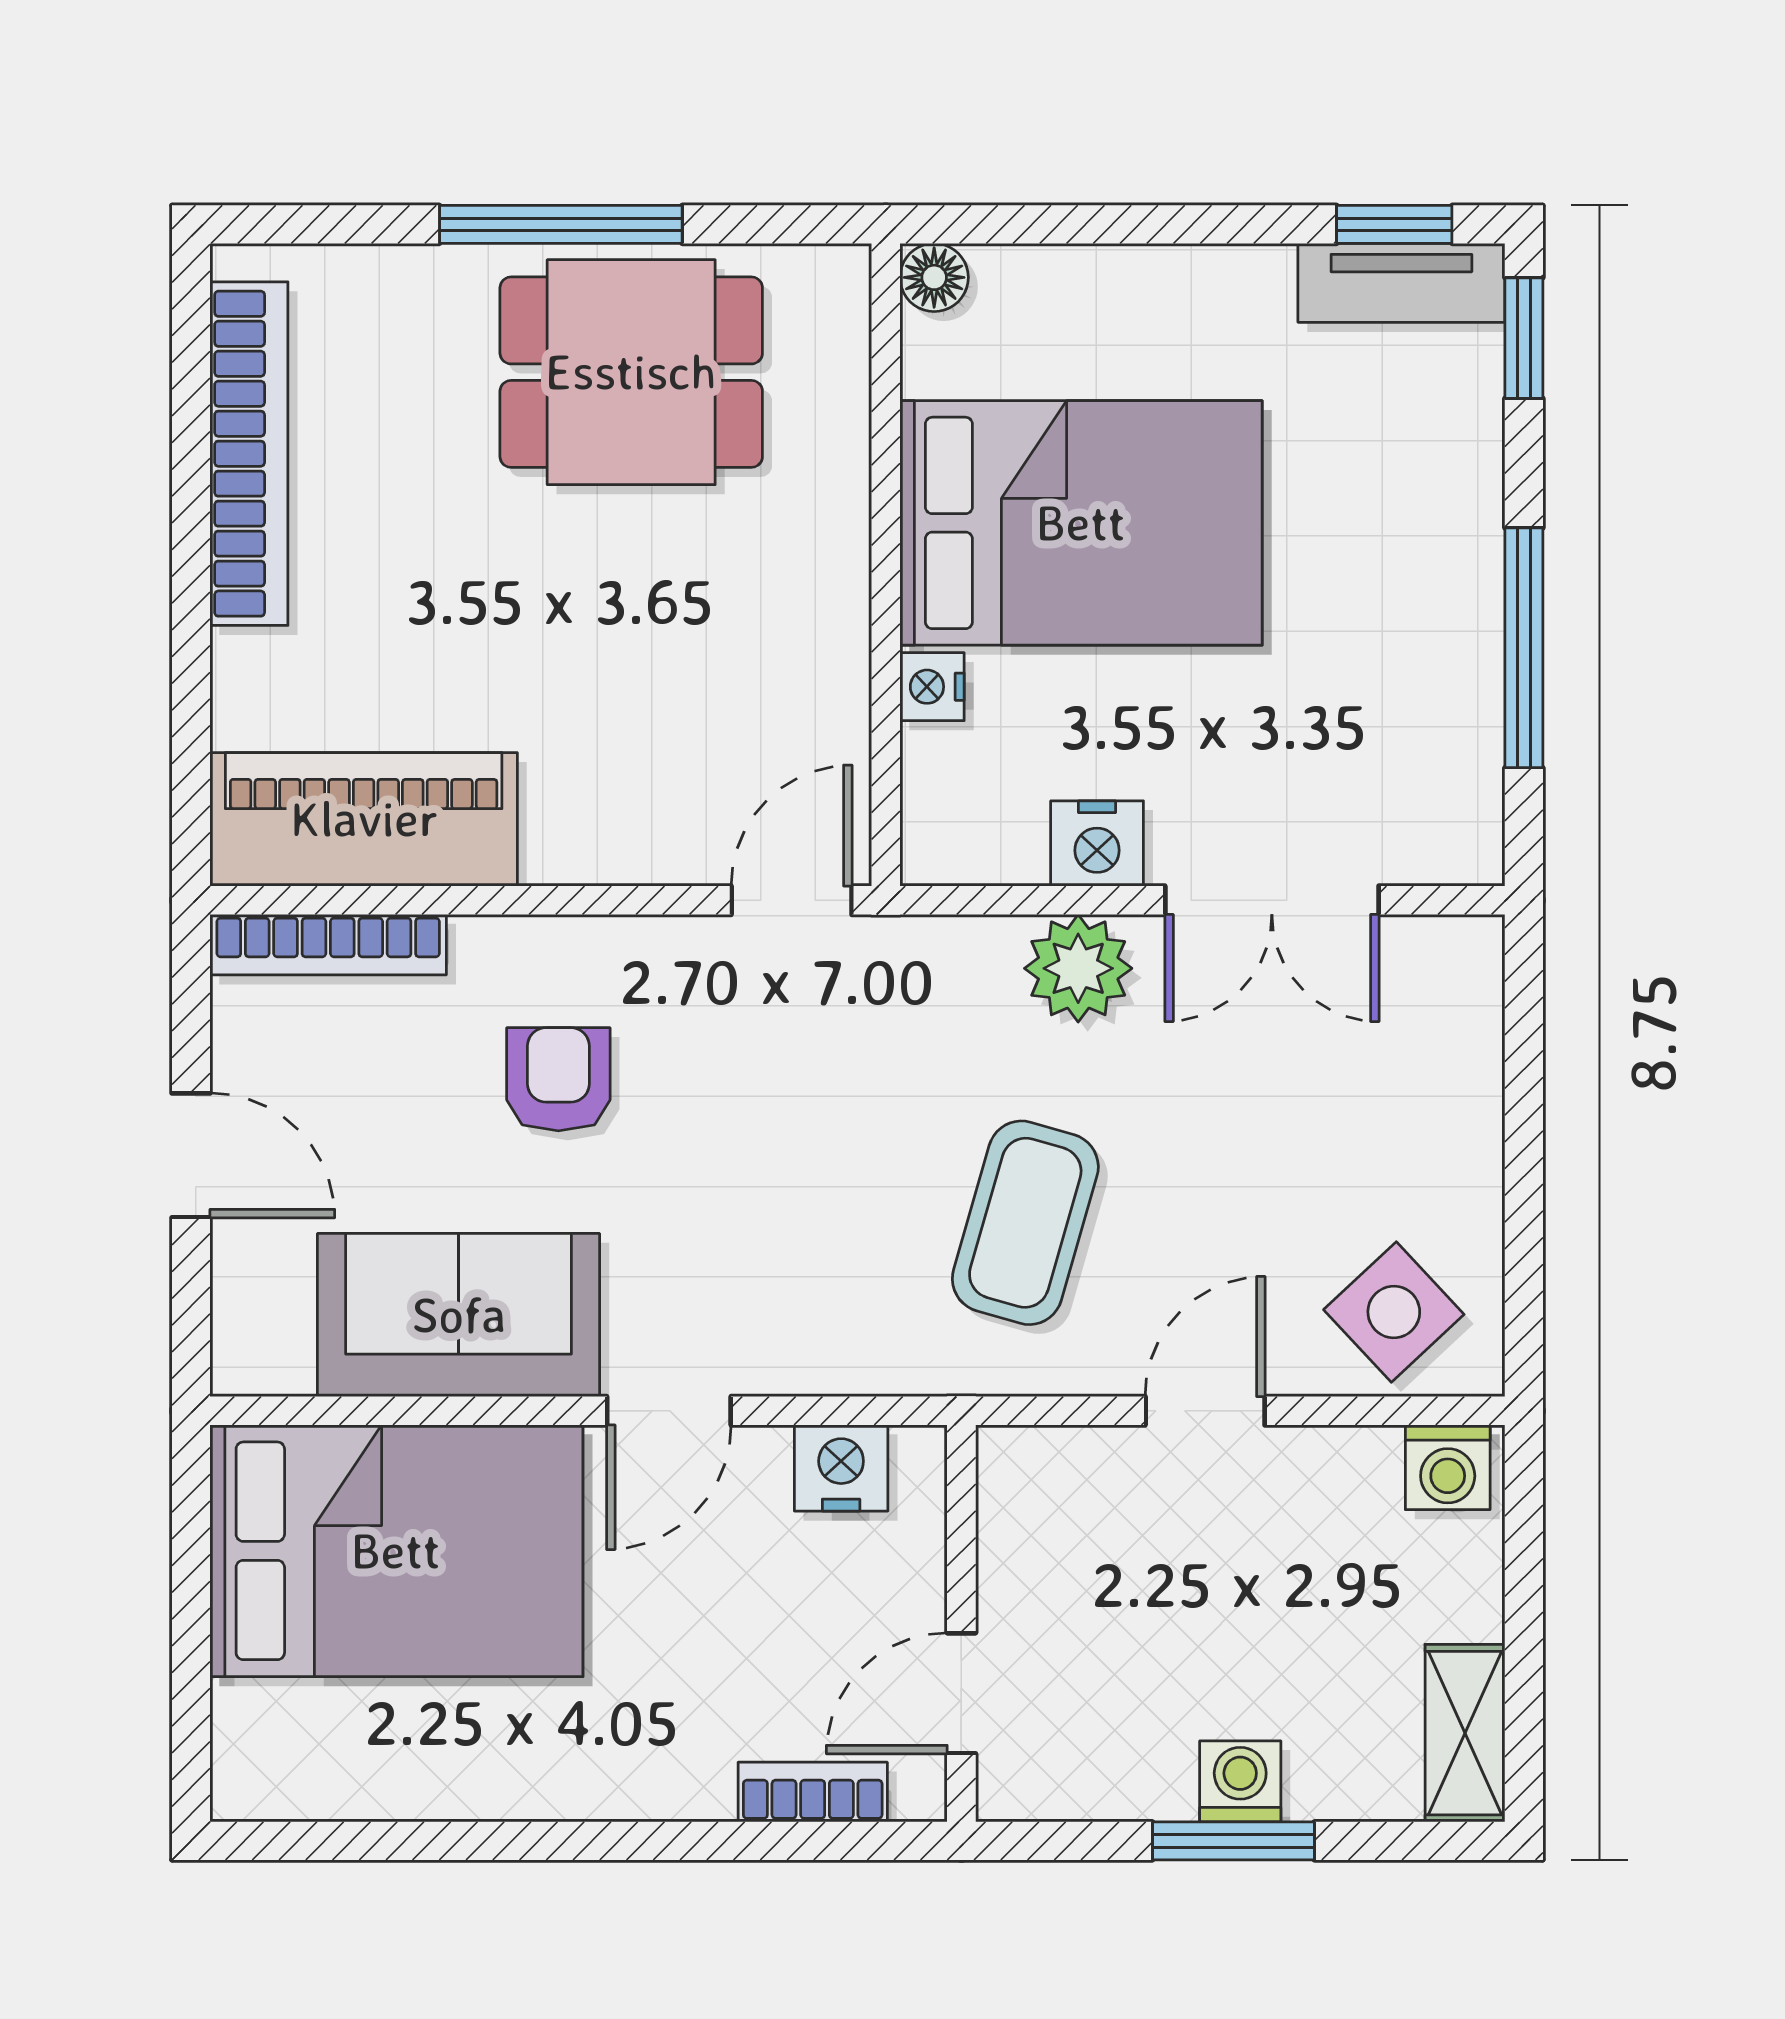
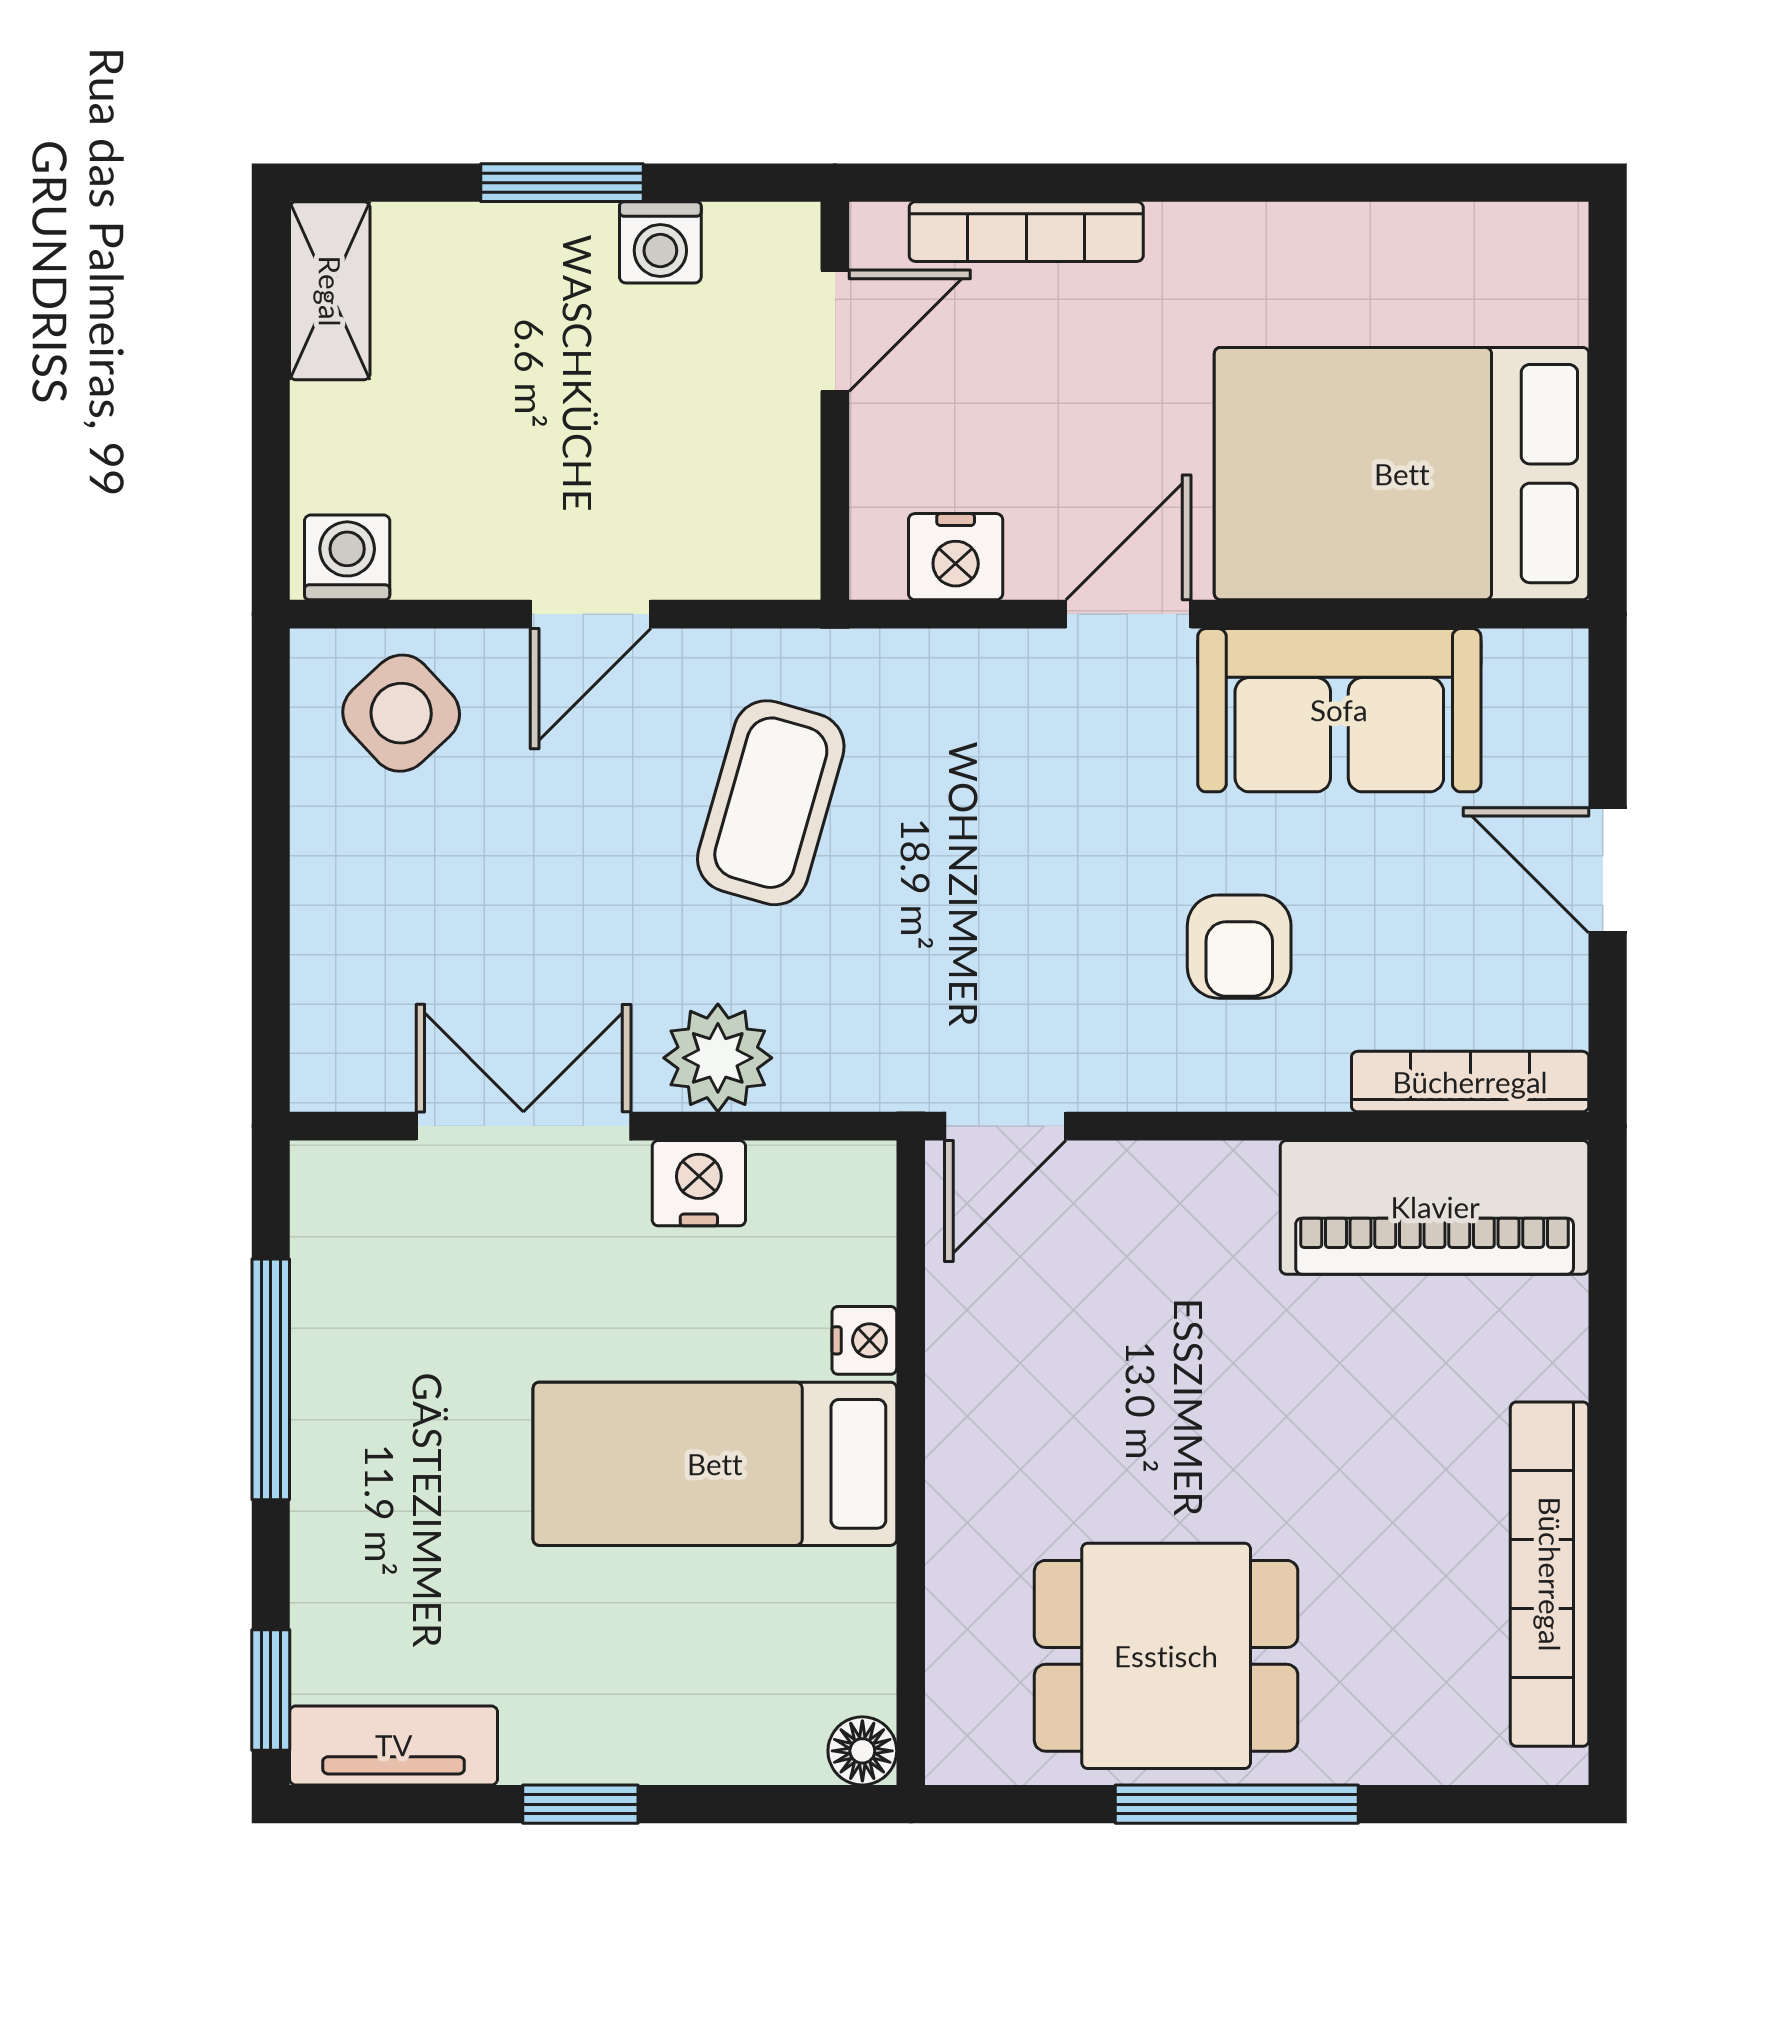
window: (1394, 224) -> (580, 1804), moved
bed: (1081, 523) -> (715, 1464), width x0.67
washing machine: (1240, 1781) -> (660, 242), moved
bookcase: (813, 1792) -> (1026, 232), width x1.56

